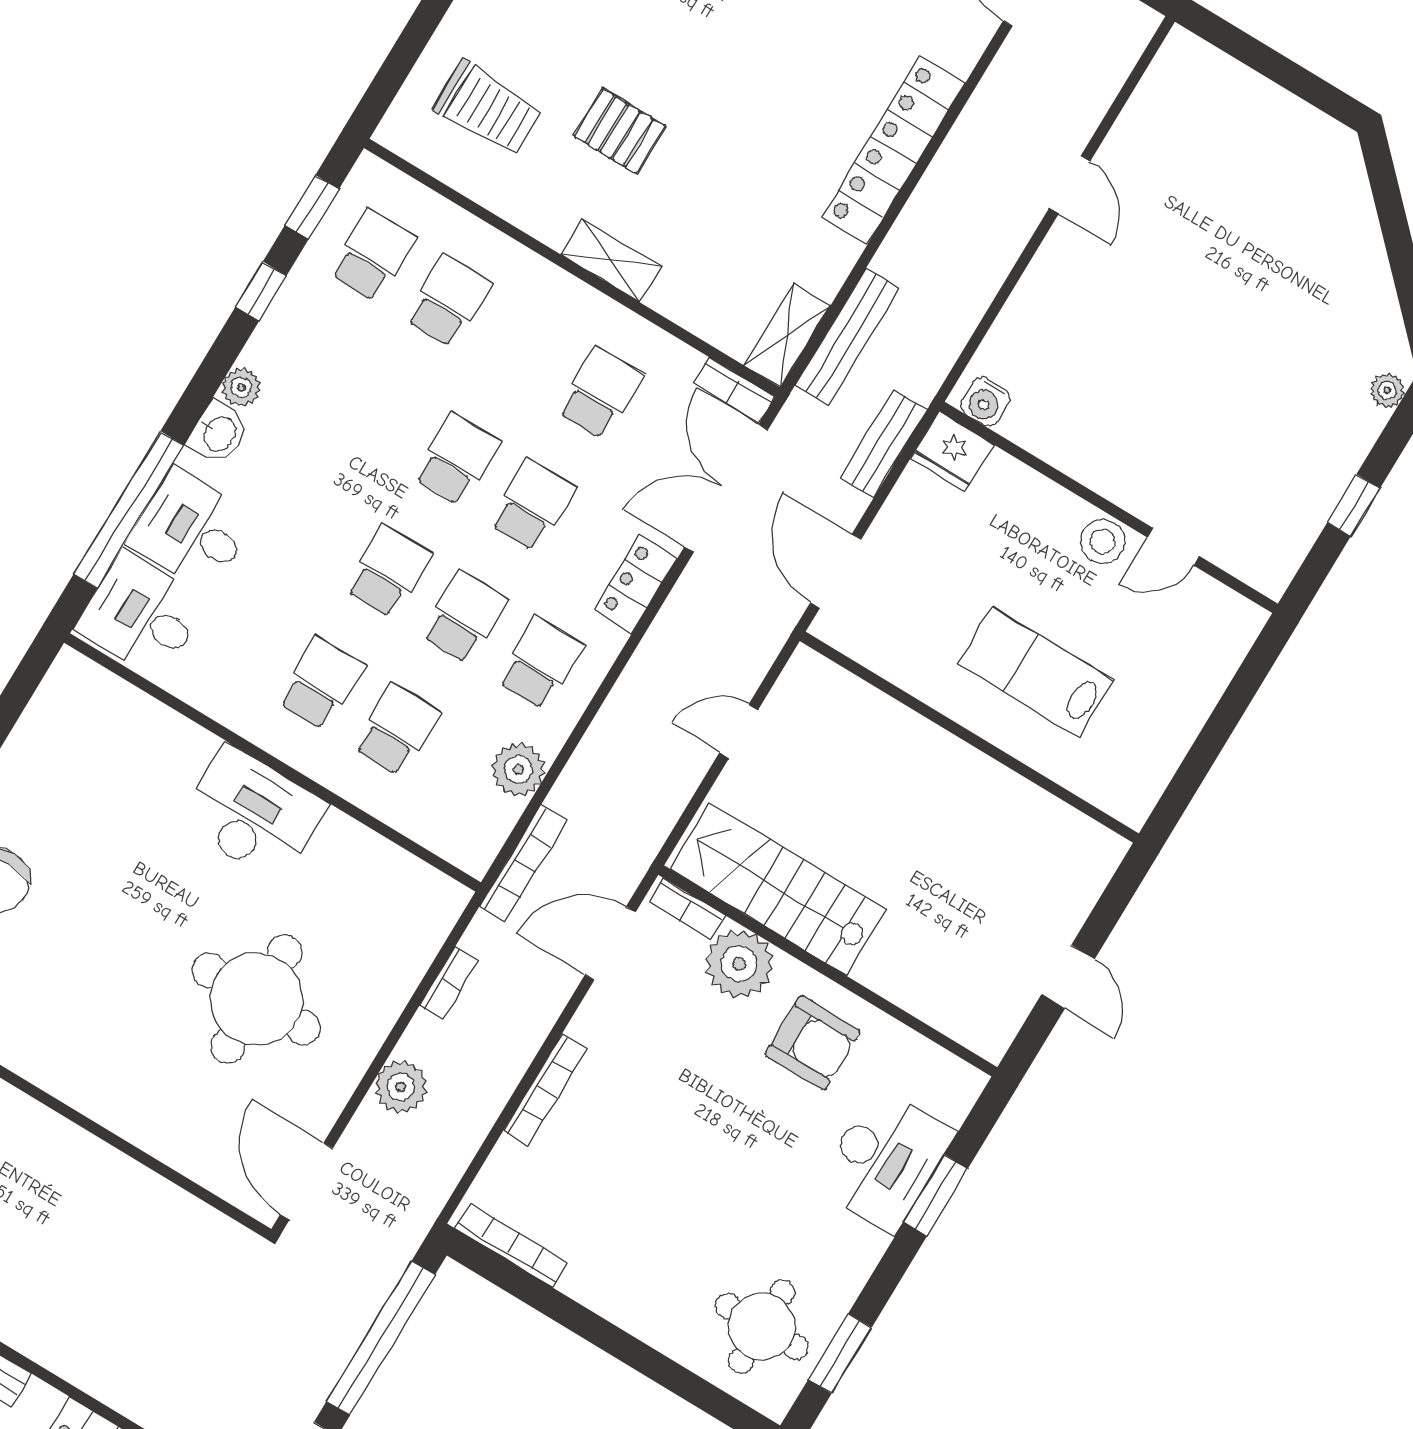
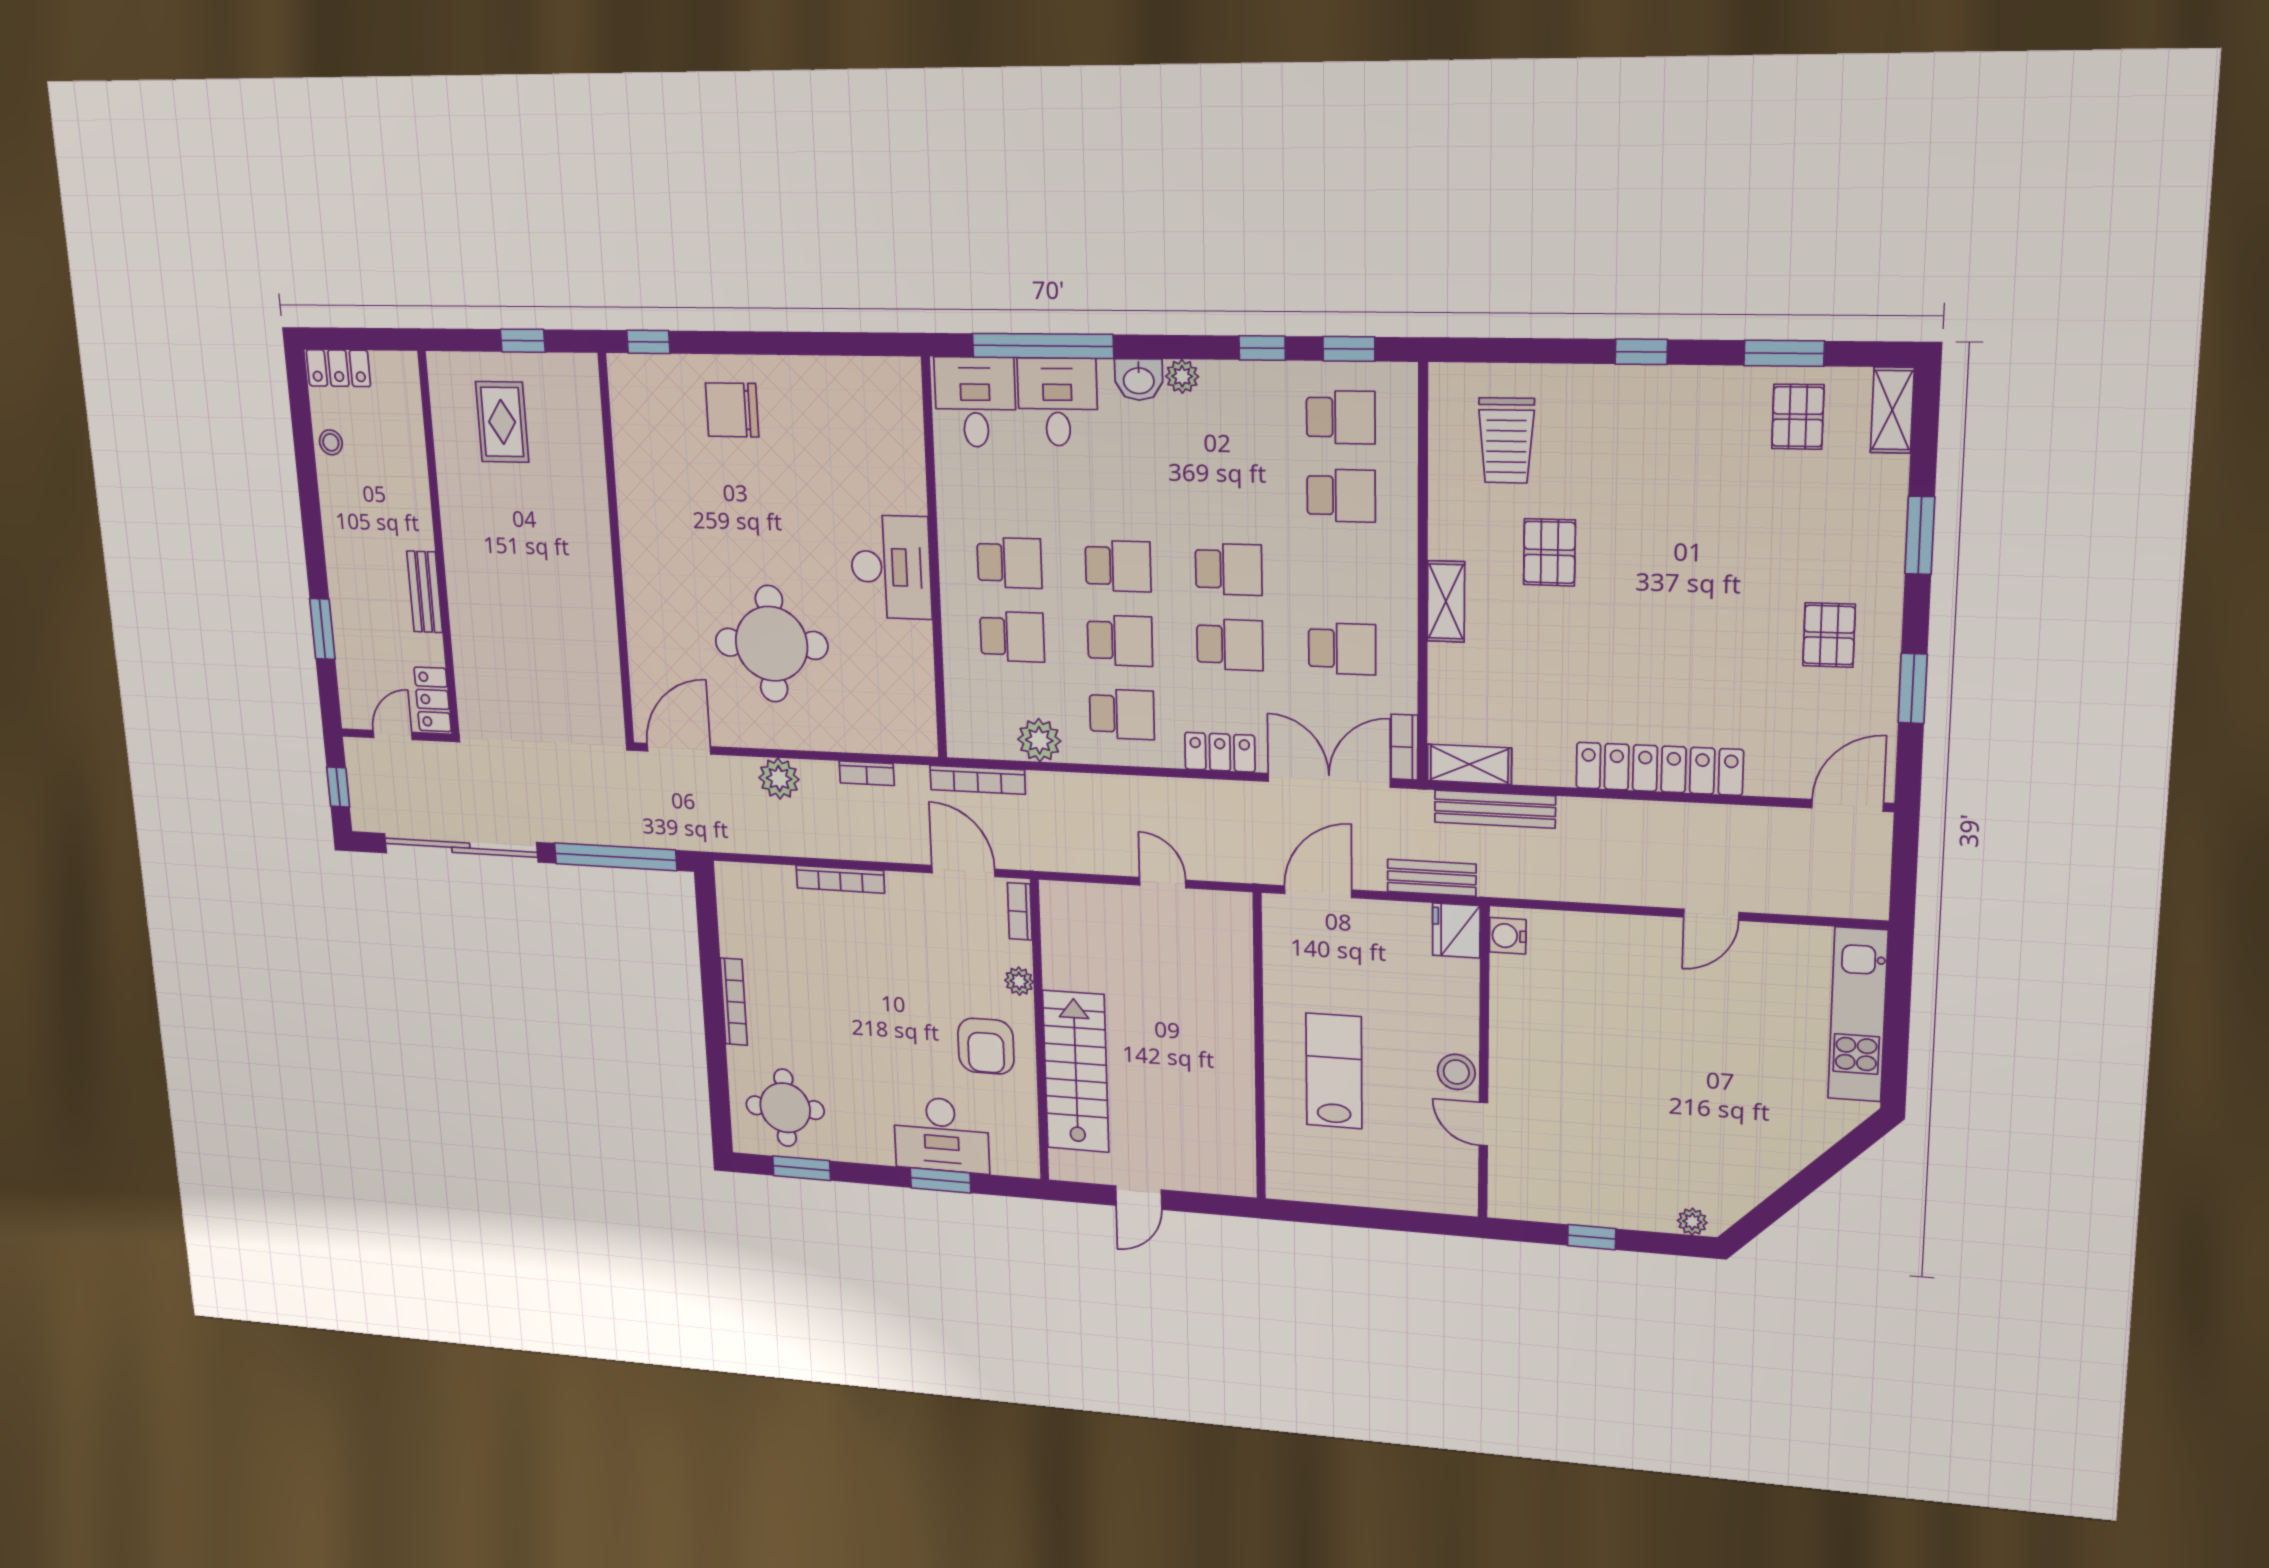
kitchen unit: (1248, 100) -> (1858, 1015), added
stairs: (778, 889) -> (1076, 1072), moved
plant: (739, 964) -> (1019, 981), width x0.53, depth x0.53
bookcase: (511, 1245) -> (734, 1002), moved

